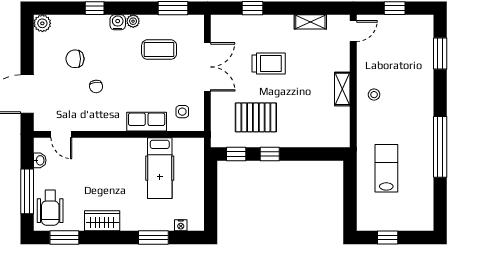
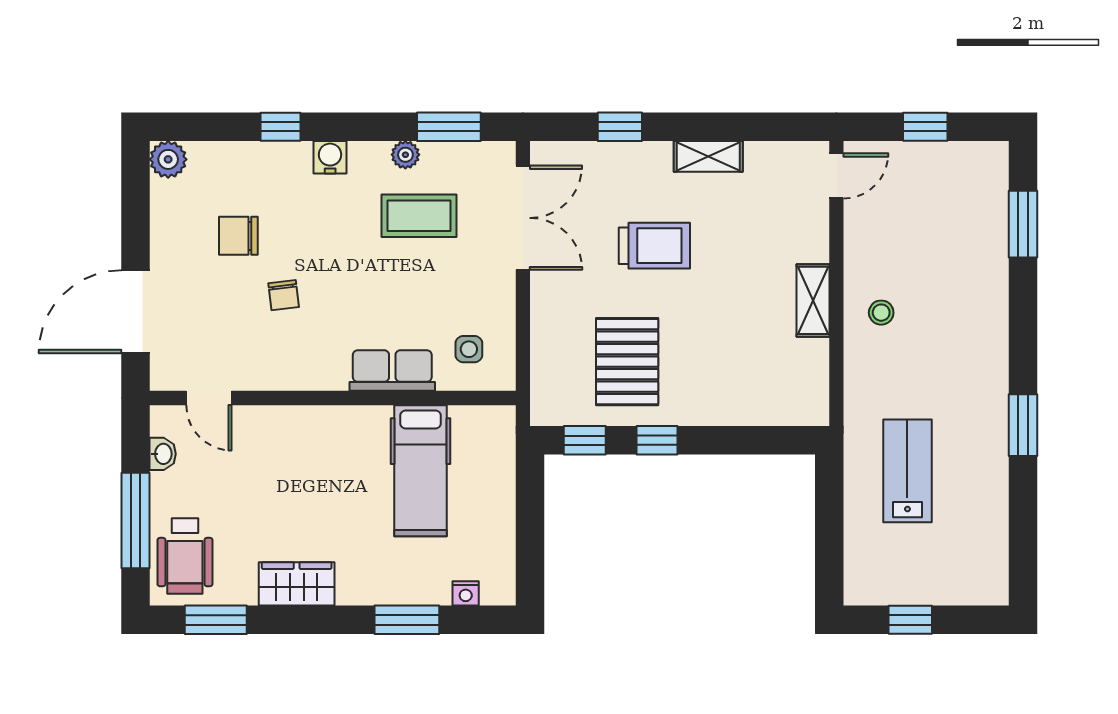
plant: (133, 21) -> (405, 155), moved
shelving: (310, 22) -> (708, 156), moved
double door: (207, 67) -> (523, 218), moved
pallet: (256, 117) -> (627, 362), turned 90
window: (440, 147) -> (1023, 425), width x0.47

